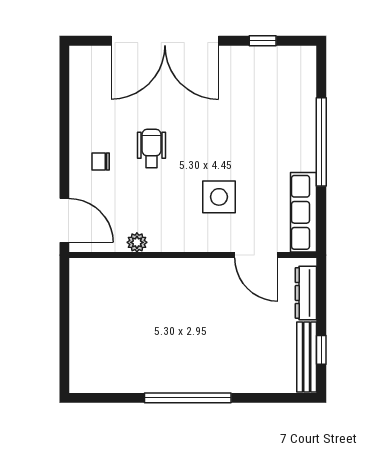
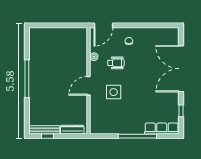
wheelchair: (151, 148) -> (116, 63), moved
row of seats: (304, 212) -> (162, 129), moved
door: (256, 255) -> (89, 86), moved

